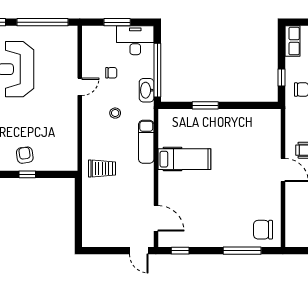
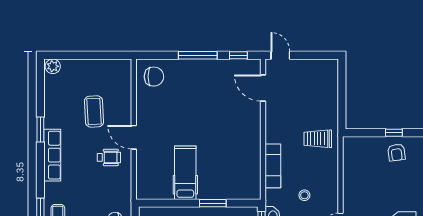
hospital bed: (184, 159) -> (185, 173), moved, turned 90
window: (242, 251) -> (198, 55), moved

